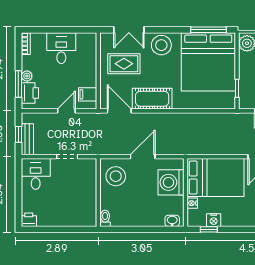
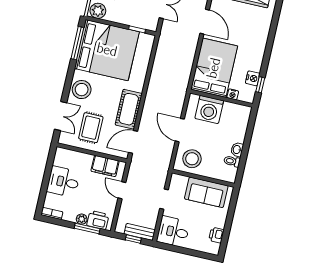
filing cabinet: (88, 94) -> (105, 166), width x2.00
sofa: (84, 199) -> (206, 192), added
toilet: (105, 218) -> (232, 161), moved
printer: (29, 220) -> (216, 235), moved
washbasin: (172, 221) -> (237, 150), moved

